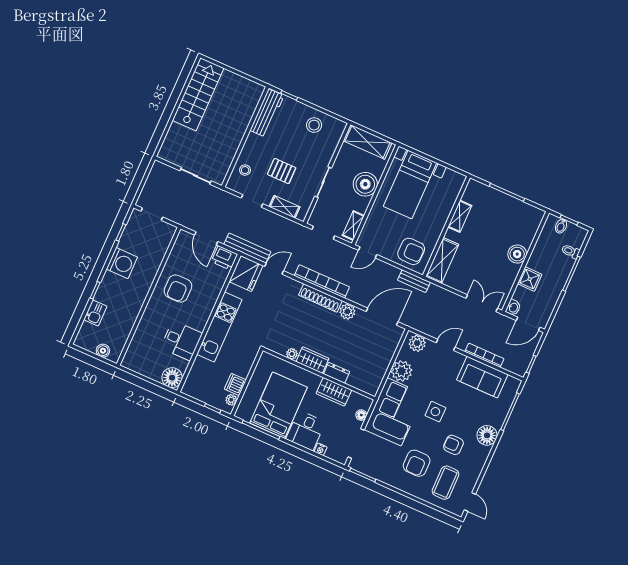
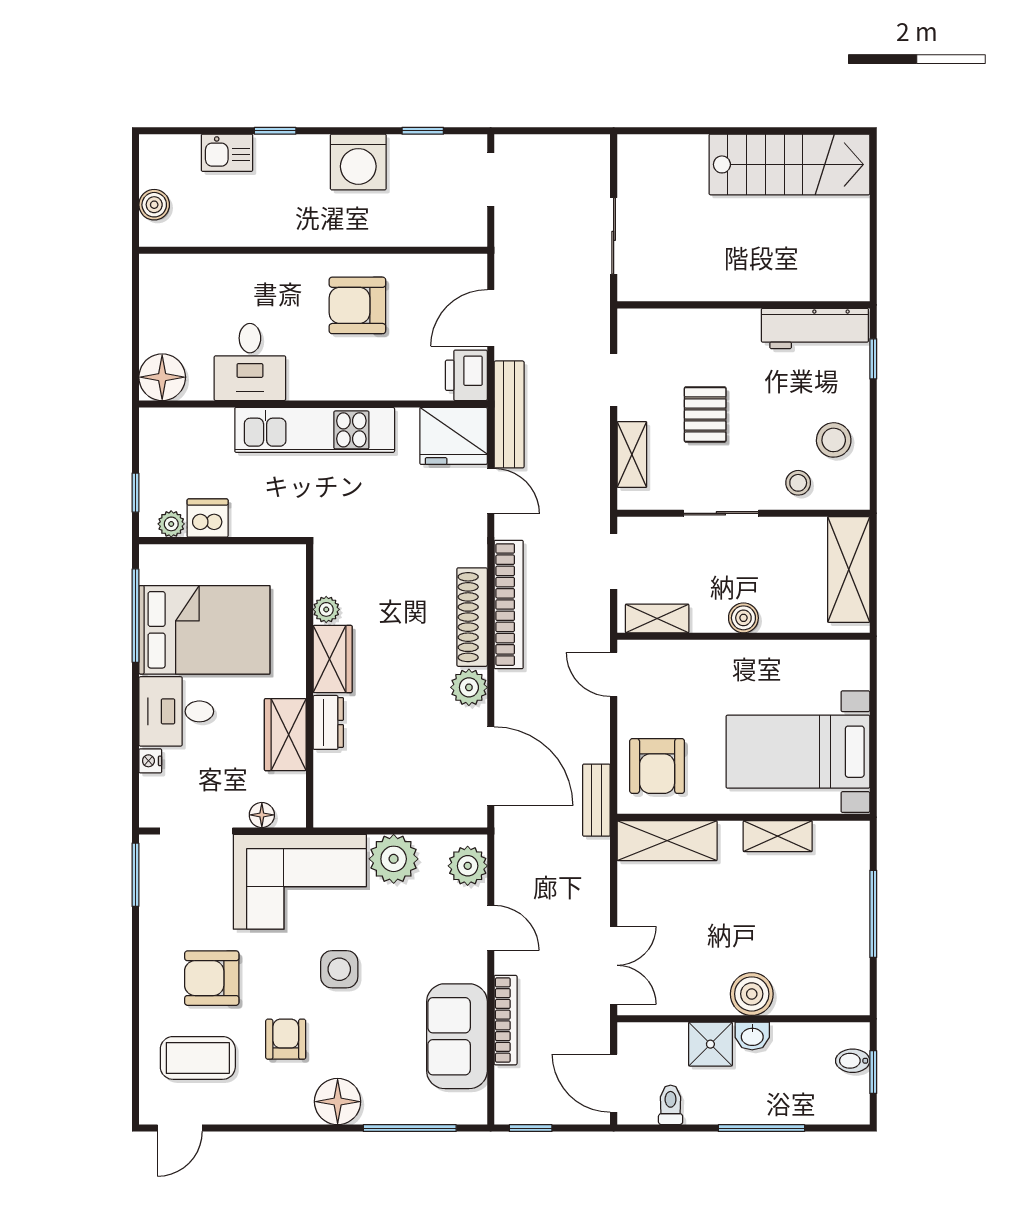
stool: (245, 170) -> (798, 483), moved
boiler: (365, 184) -> (743, 618), width x0.54, depth x0.54
bed with nightstands: (410, 185) -> (798, 752), moved
toilet: (571, 251) -> (671, 1105), moved
washbasin: (513, 308) -> (752, 1036), moved

